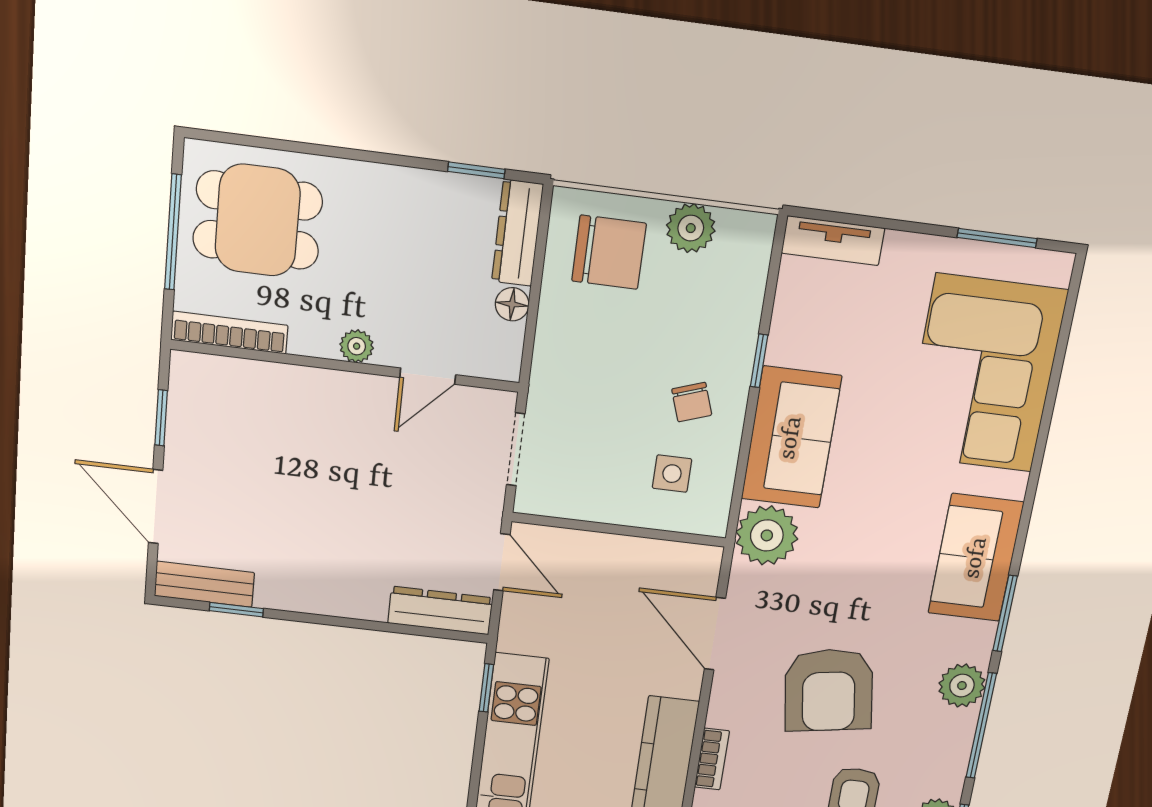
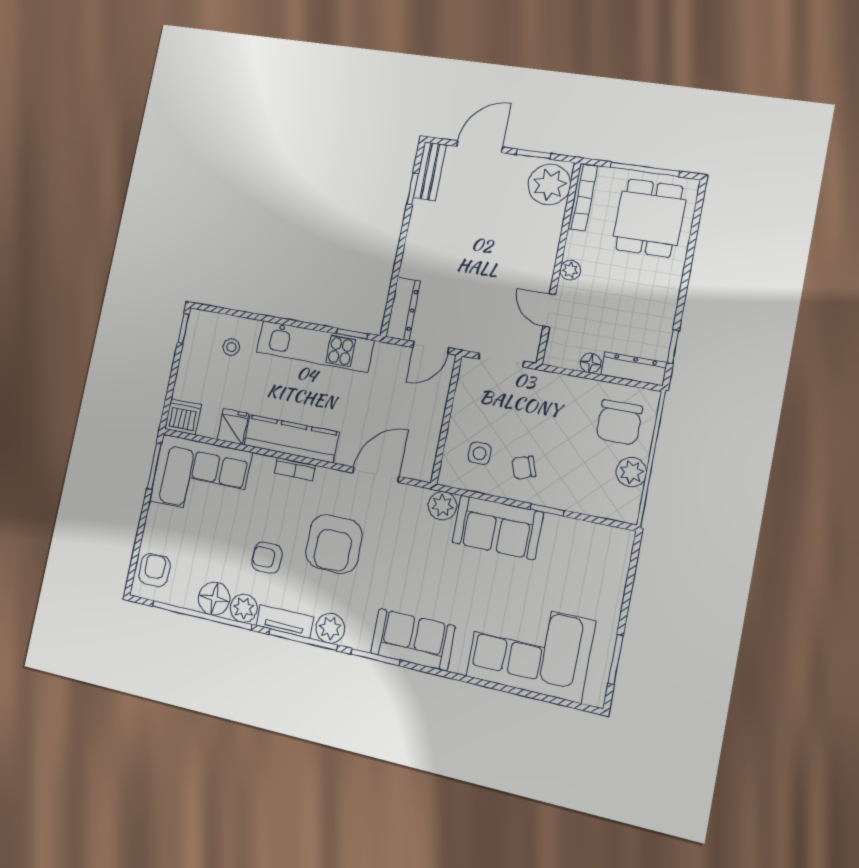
tv unit: (833, 241) -> (285, 621), moved, turned 90
plant: (212, 389) -> (549, 184), added
plant: (767, 535) -> (442, 506), width x0.73, depth x0.73
armchair: (829, 690) -> (334, 544), turned -81

